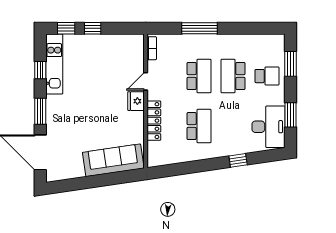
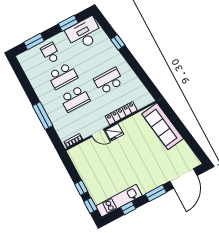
school desk: (199, 76) -> (75, 99), turned 180

